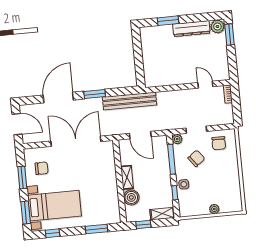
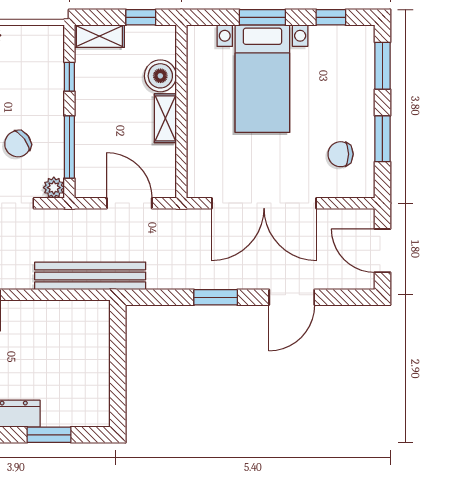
door: (58, 98) -> (292, 297), width x0.73
bench: (130, 101) -> (90, 276), moved
side table: (184, 184) -> (49, 93), removed
bed with nightstands: (55, 206) -> (262, 79), moved, turned -90
window: (96, 229) -> (262, 17), moved

